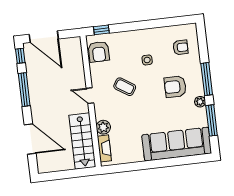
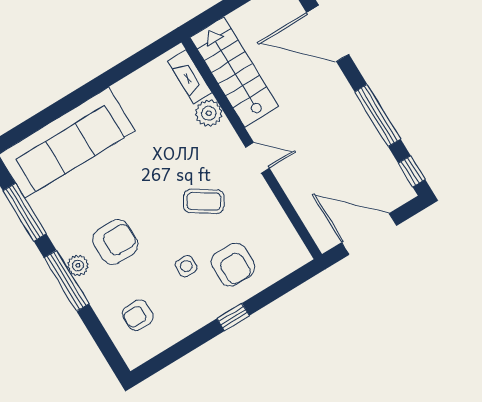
window: (101, 30) -> (233, 317), moved
door: (44, 37) -> (369, 234), moved
armchair: (99, 52) -> (233, 265), moved, turned 180
plant: (200, 102) -> (78, 265), moved

